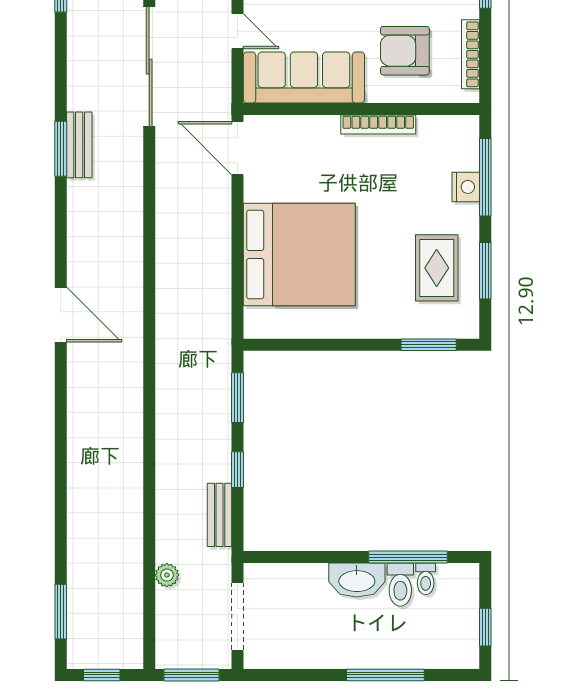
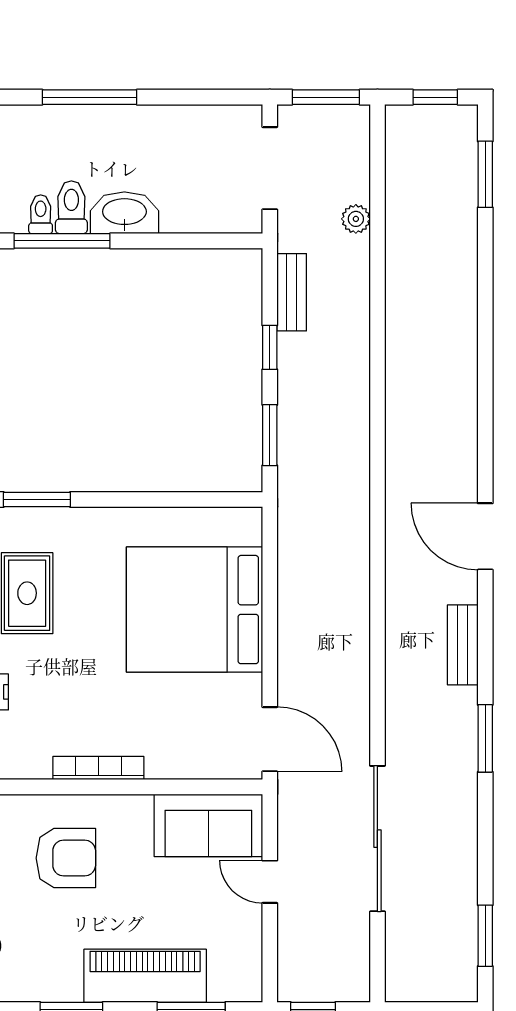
sofa: (304, 77) -> (208, 825), width x0.73
bench: (79, 145) -> (463, 645), moved

